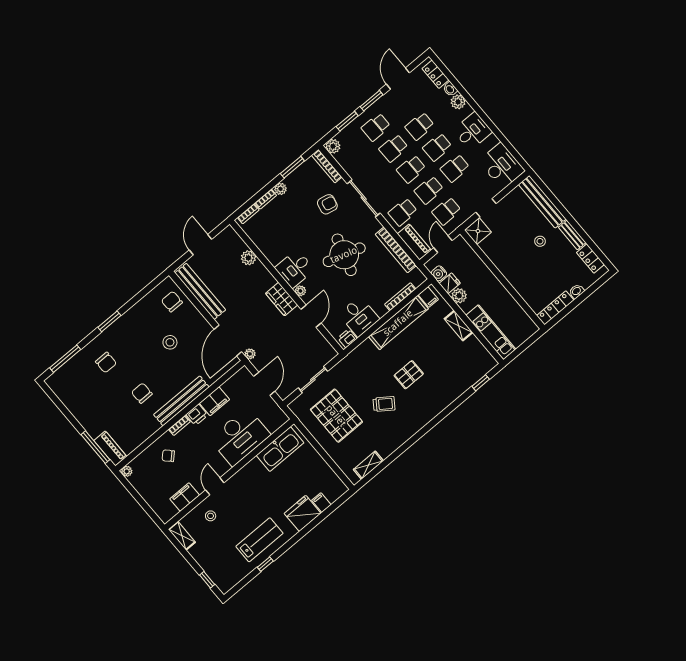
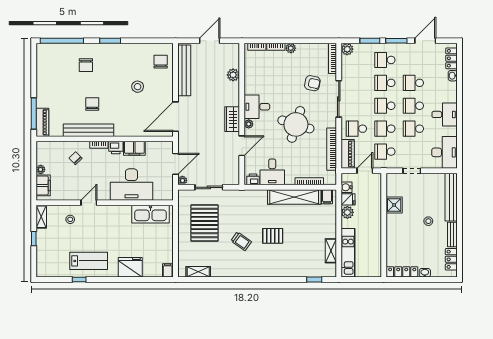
plant: (458, 102) -> (451, 88), removed
window: (292, 167) -> (310, 41), removed
shower: (478, 231) -> (394, 205), moved
shelving: (458, 326) -> (331, 251), moved
plant: (250, 354) -> (182, 180), moved
window: (65, 359) -> (62, 41), width x1.46
bench: (181, 401) -> (89, 130), moved
plant: (127, 471) -> (41, 169), moved
filing cabinet: (185, 497) -> (43, 185), moved, turned 90
filing cabinet: (321, 503) -> (168, 270), moved
window: (207, 580) -> (34, 239), moved

